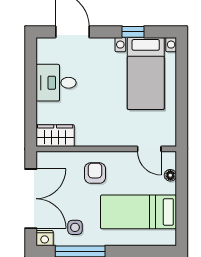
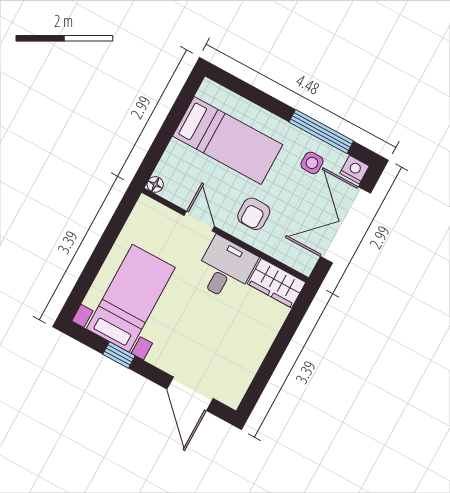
desk: (56, 83) -> (225, 269), moved, turned -90
door: (149, 149) -> (199, 221), moved
floor lamp: (170, 175) -> (155, 185), moved

